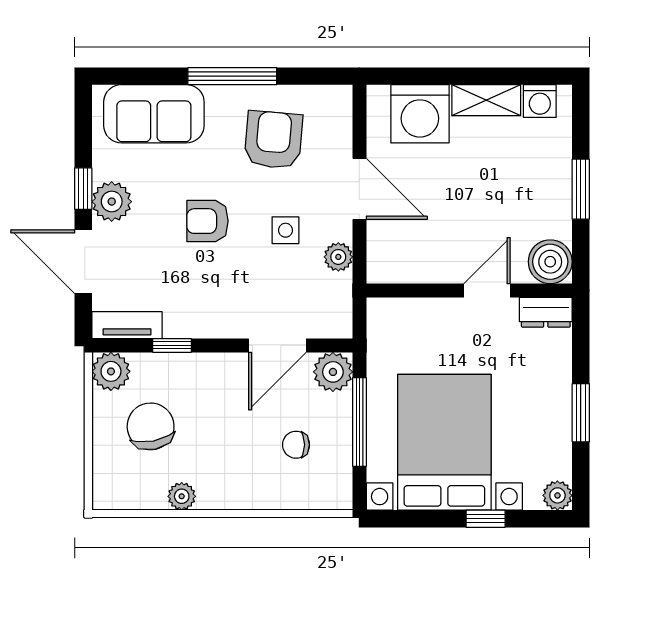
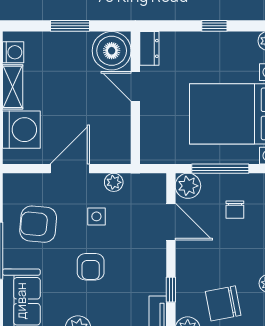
boiler: (550, 262) -> (112, 51), width x1.37, depth x1.37
window: (581, 413) -> (214, 26), width x0.67

